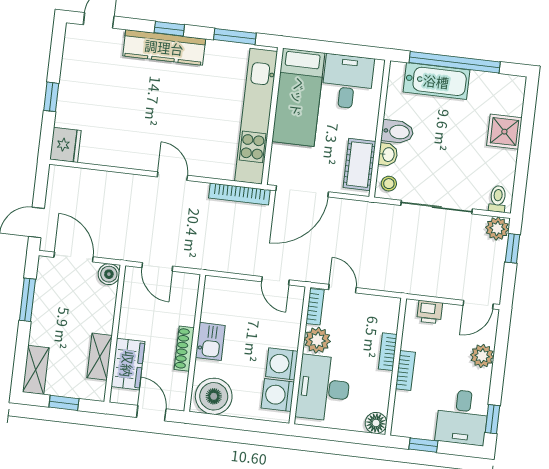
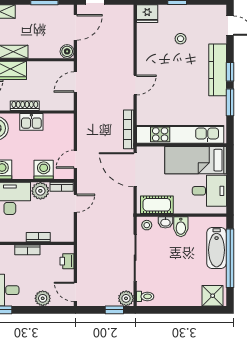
window: (235, 36) -> (230, 102), moved
stool: (110, 98) -> (181, 39), added
shower: (504, 132) -> (213, 296), moved
washing machine: (282, 364) -> (44, 170), moved

